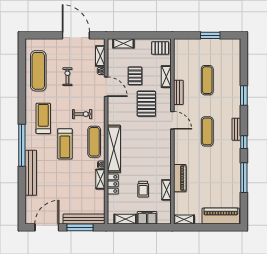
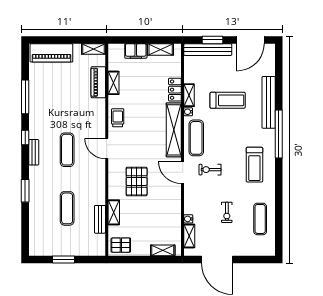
exercise mat: (38, 71) -> (260, 219), width x0.73, depth x0.69
pallet: (135, 76) -> (150, 213), removed
door: (106, 87) -> (183, 172), moved
bench: (178, 92) -> (100, 219), moved
door: (172, 120) -> (107, 149), moved
treadmill: (65, 144) -> (228, 100), moved, turned 90
piano: (180, 178) -> (98, 82), moved
trolley: (143, 189) -> (118, 118), moved
window: (80, 227) -> (212, 40), width x0.69

